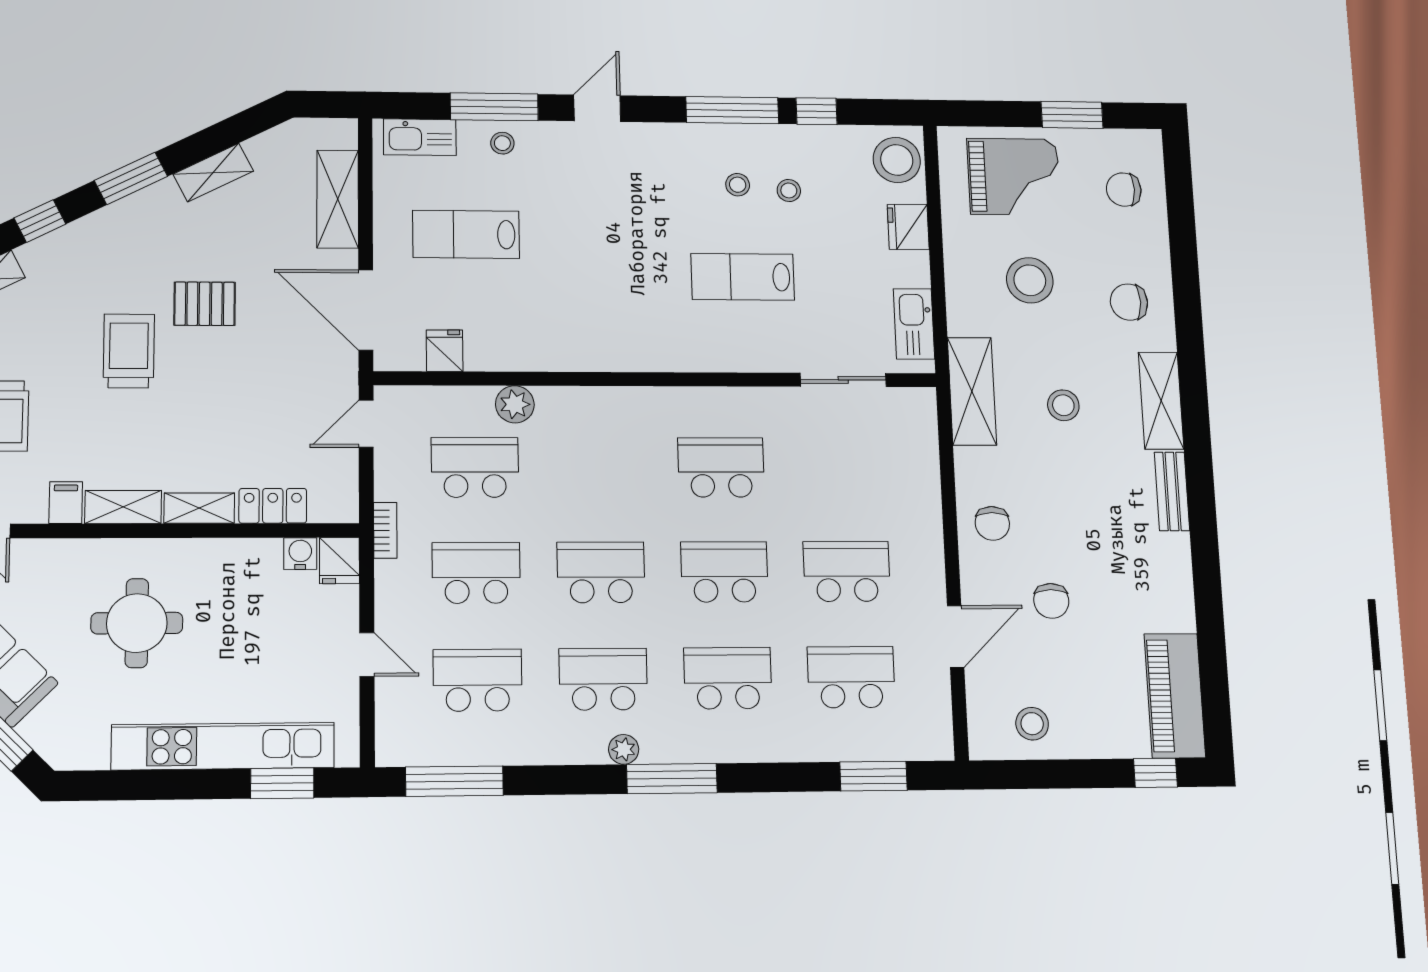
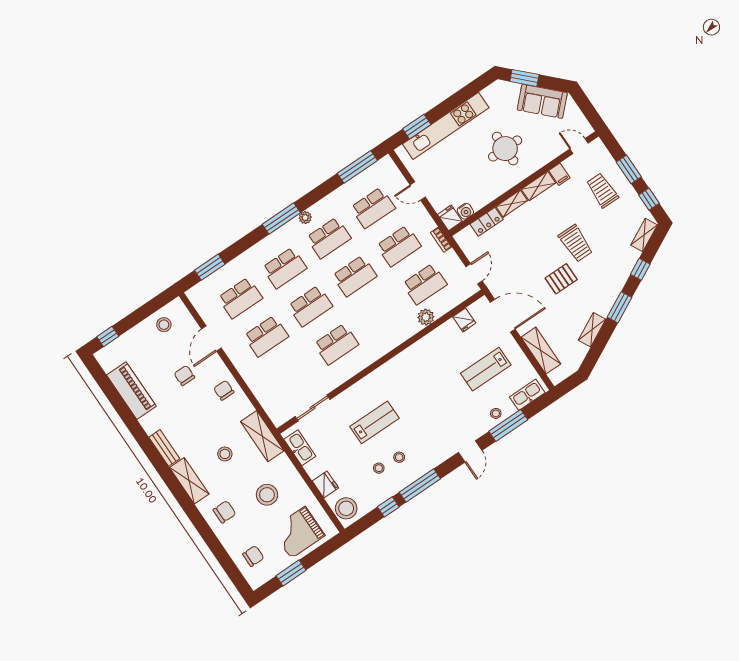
lab bench: (466, 234) -> (486, 369), turned 180
piano: (1175, 696) -> (131, 391), moved

